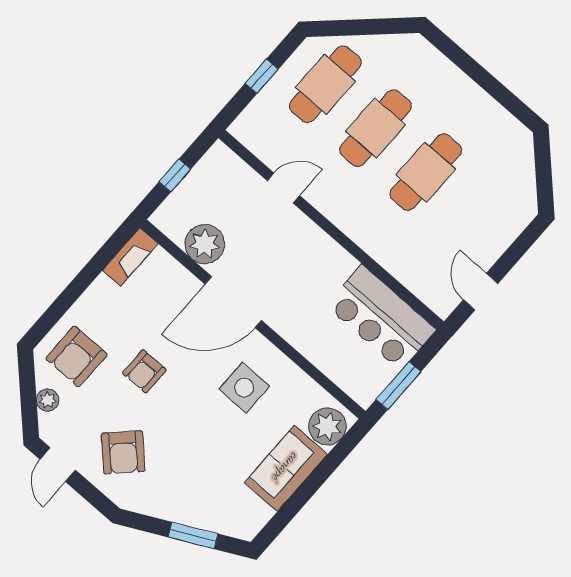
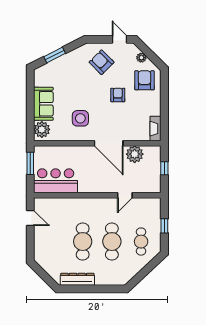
cafe table: (325, 84) -> (141, 242), width x0.73, depth x0.74
dresser: (492, 115) -> (77, 279), added
door: (233, 302) -> (109, 143), swing flipped

